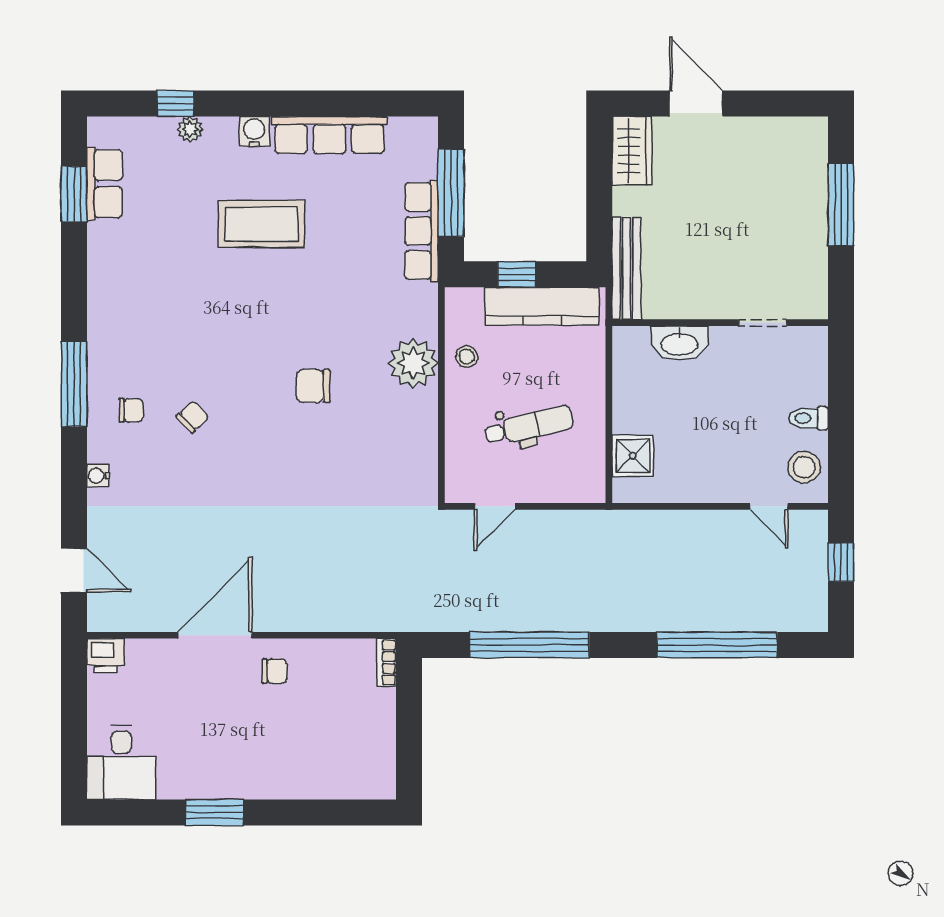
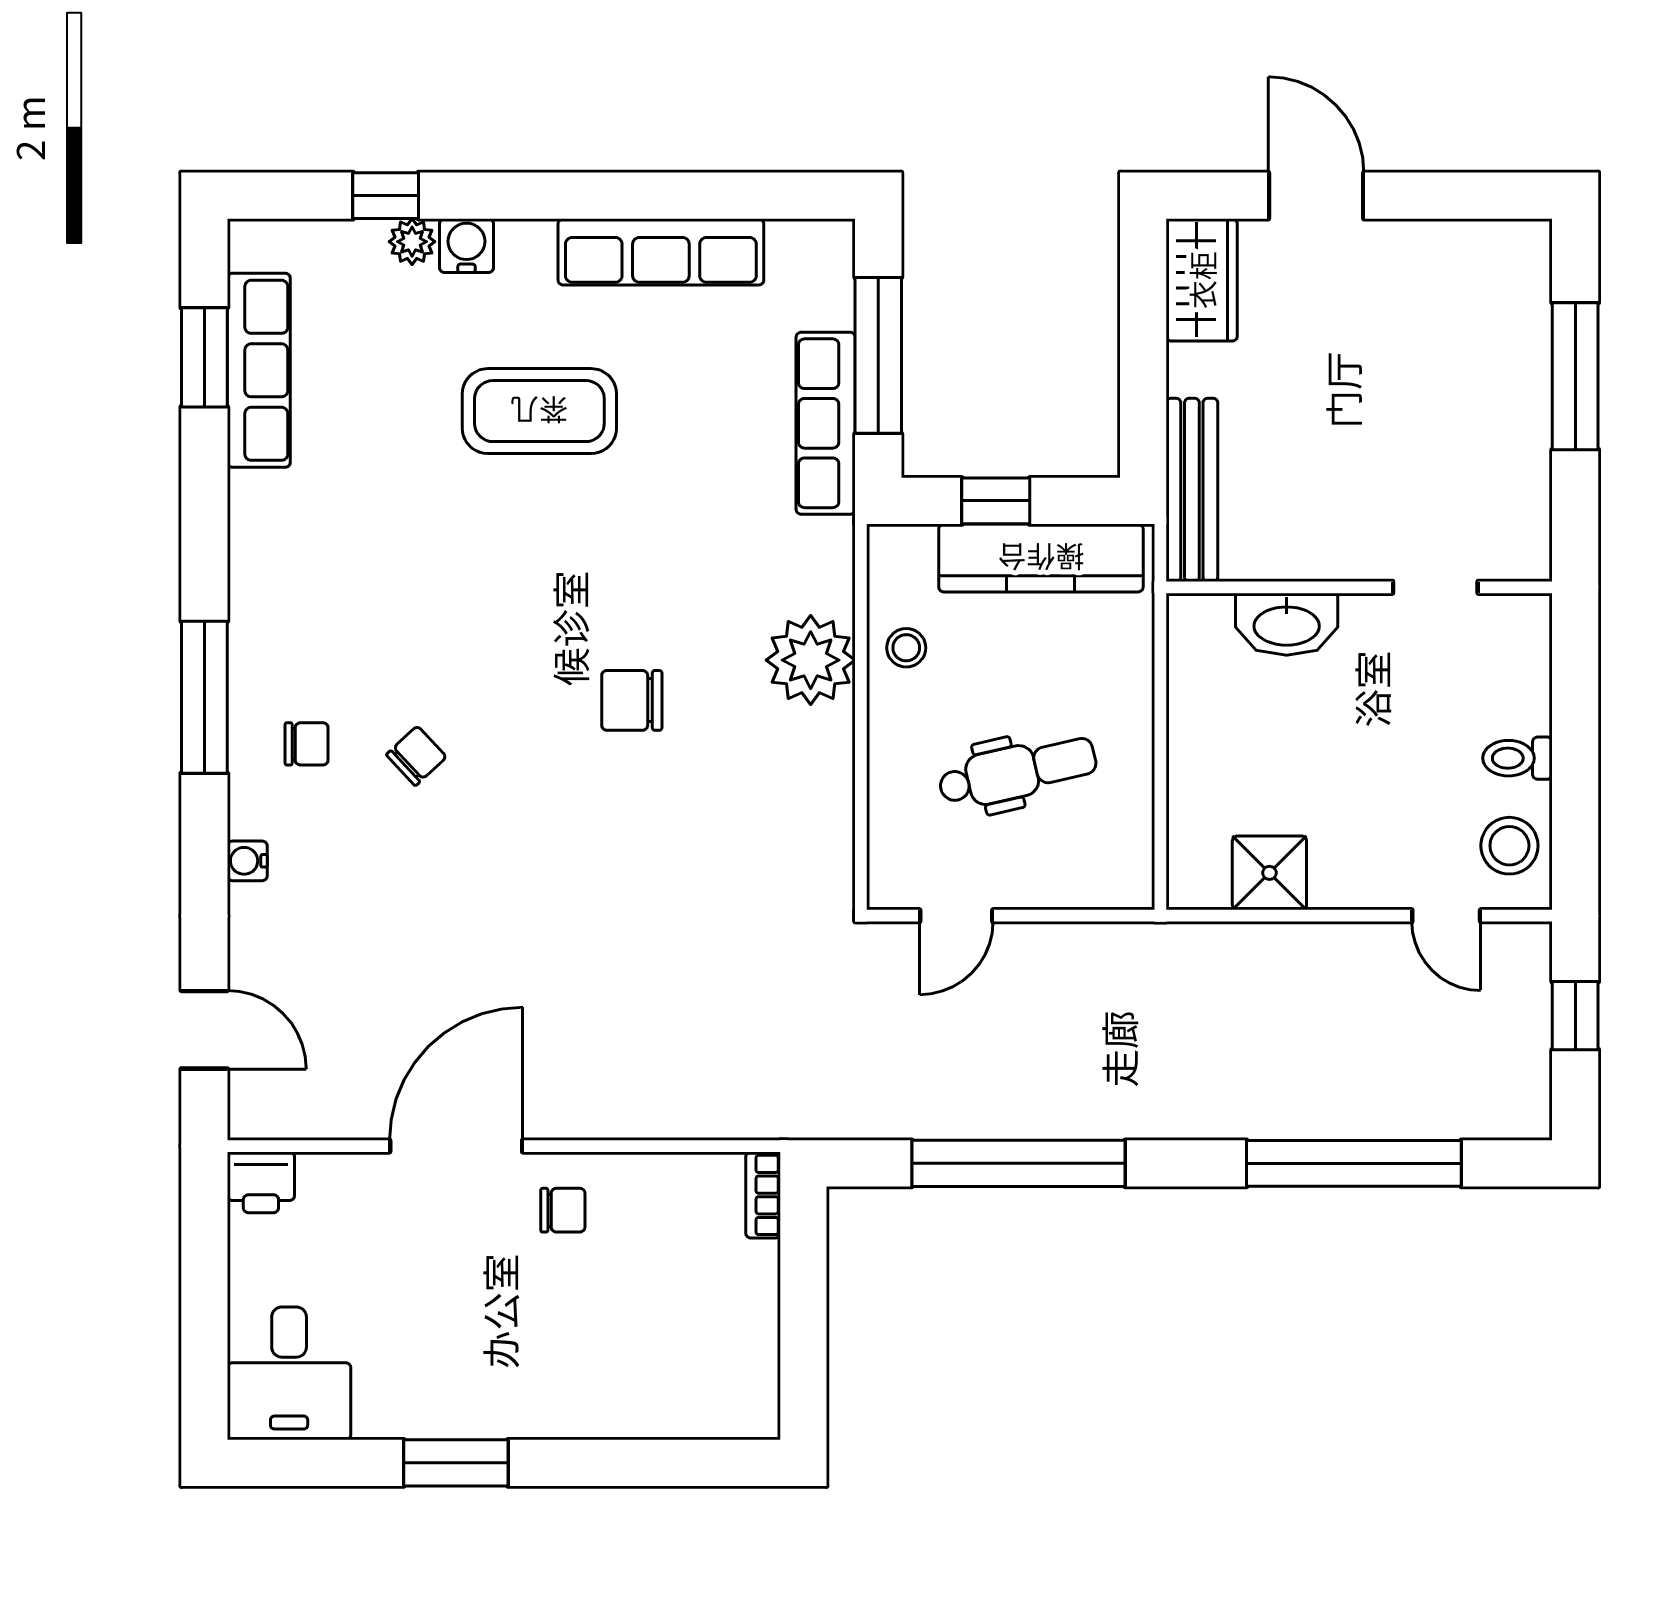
water cooler: (254, 132) -> (467, 246), moved
row of seats: (104, 184) -> (259, 370), width x1.48
shower: (633, 456) -> (1269, 873), moved

